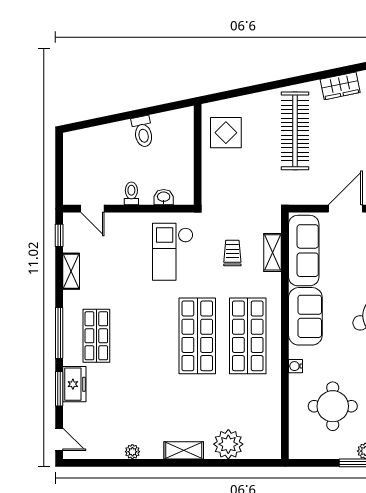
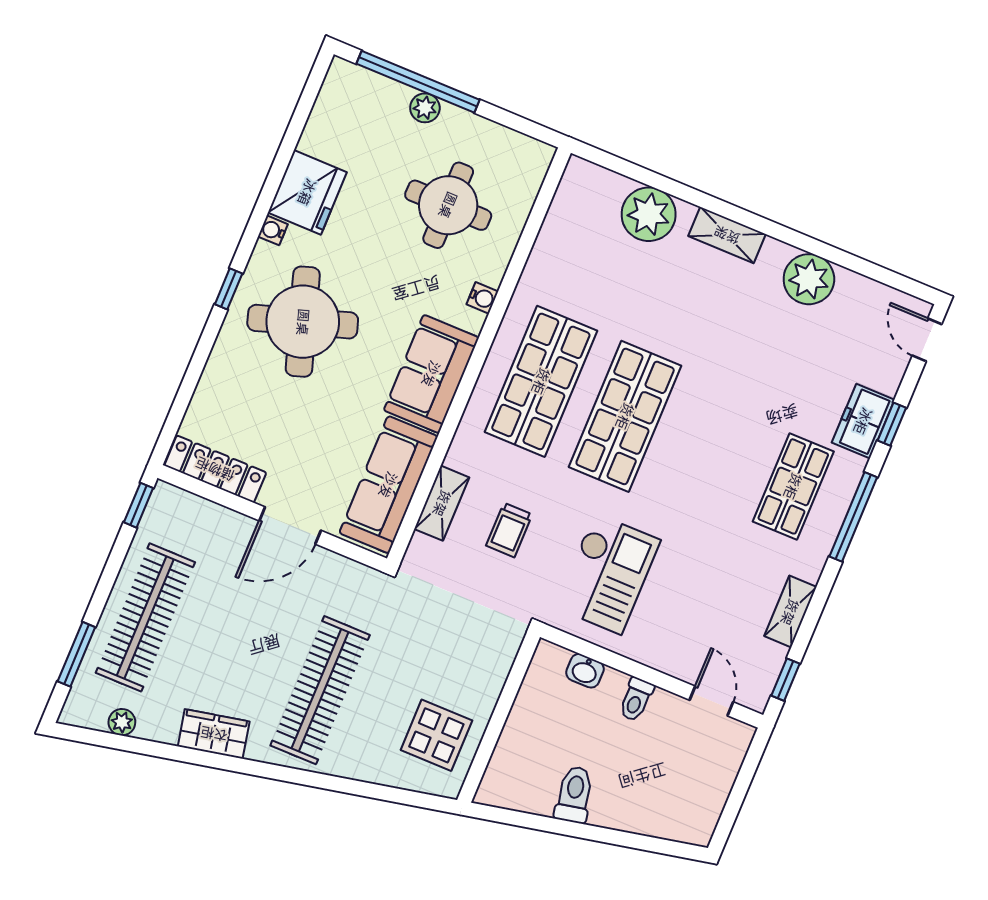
window: (59, 389) -> (892, 424), width x0.67
plant: (132, 452) -> (809, 279), width x1.88, depth x1.88

